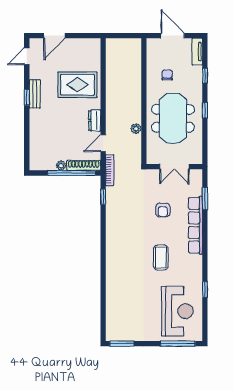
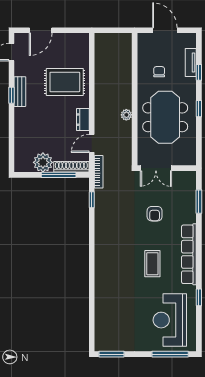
tv unit: (197, 52) -> (191, 62), moved
plant: (136, 129) -> (126, 115), moved
plant: (61, 166) -> (43, 162), width x1.87, depth x1.87
double door: (174, 167) -> (156, 168), moved
window: (72, 173) -> (59, 175), width x0.68
row of seats: (196, 225) -> (189, 254), moved
reception desk: (177, 311) -> (170, 320), turned 180

